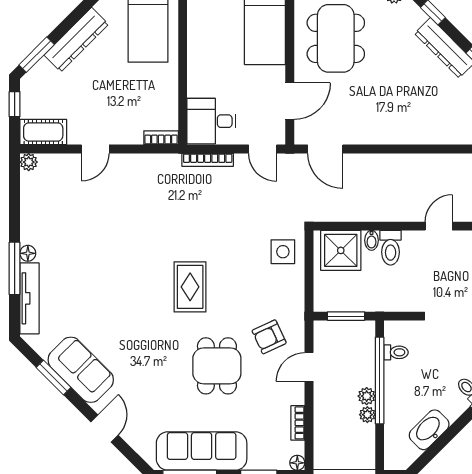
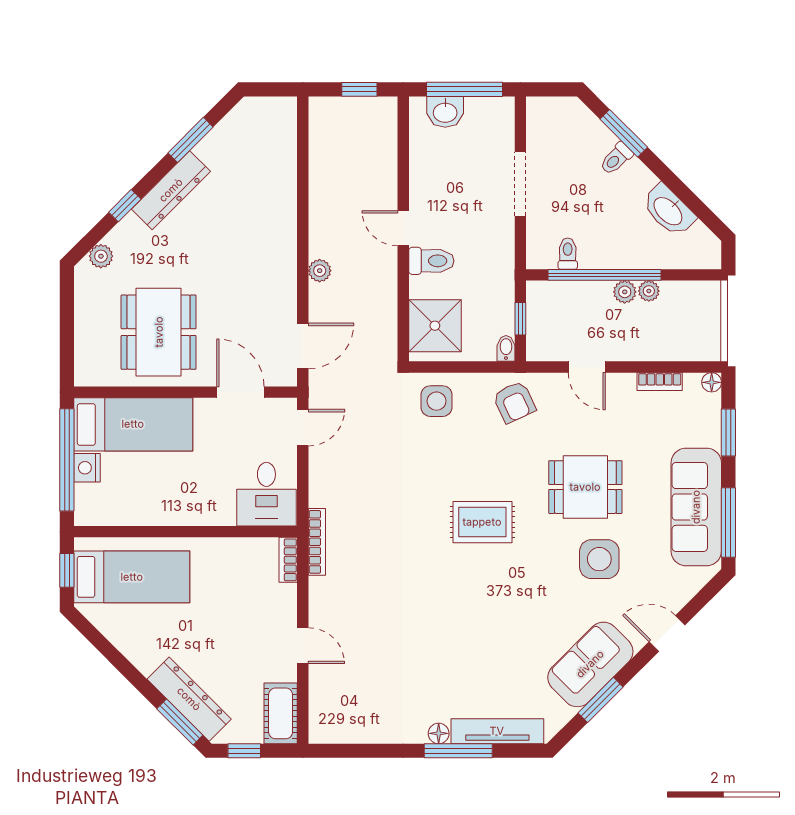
dining table: (336, 38) -> (159, 332), turned 90
dresser: (76, 40) -> (189, 699), moved
bookcase: (208, 160) -> (317, 542), moved
plant: (29, 162) -> (320, 271), moved
door: (439, 226) -> (403, 228), moved
bidet: (371, 240) -> (506, 348), moved, turned -90
window: (346, 316) -> (520, 319), width x0.67
armchair: (269, 337) -> (514, 402), moved
side table: (162, 377) -> (599, 559), added

